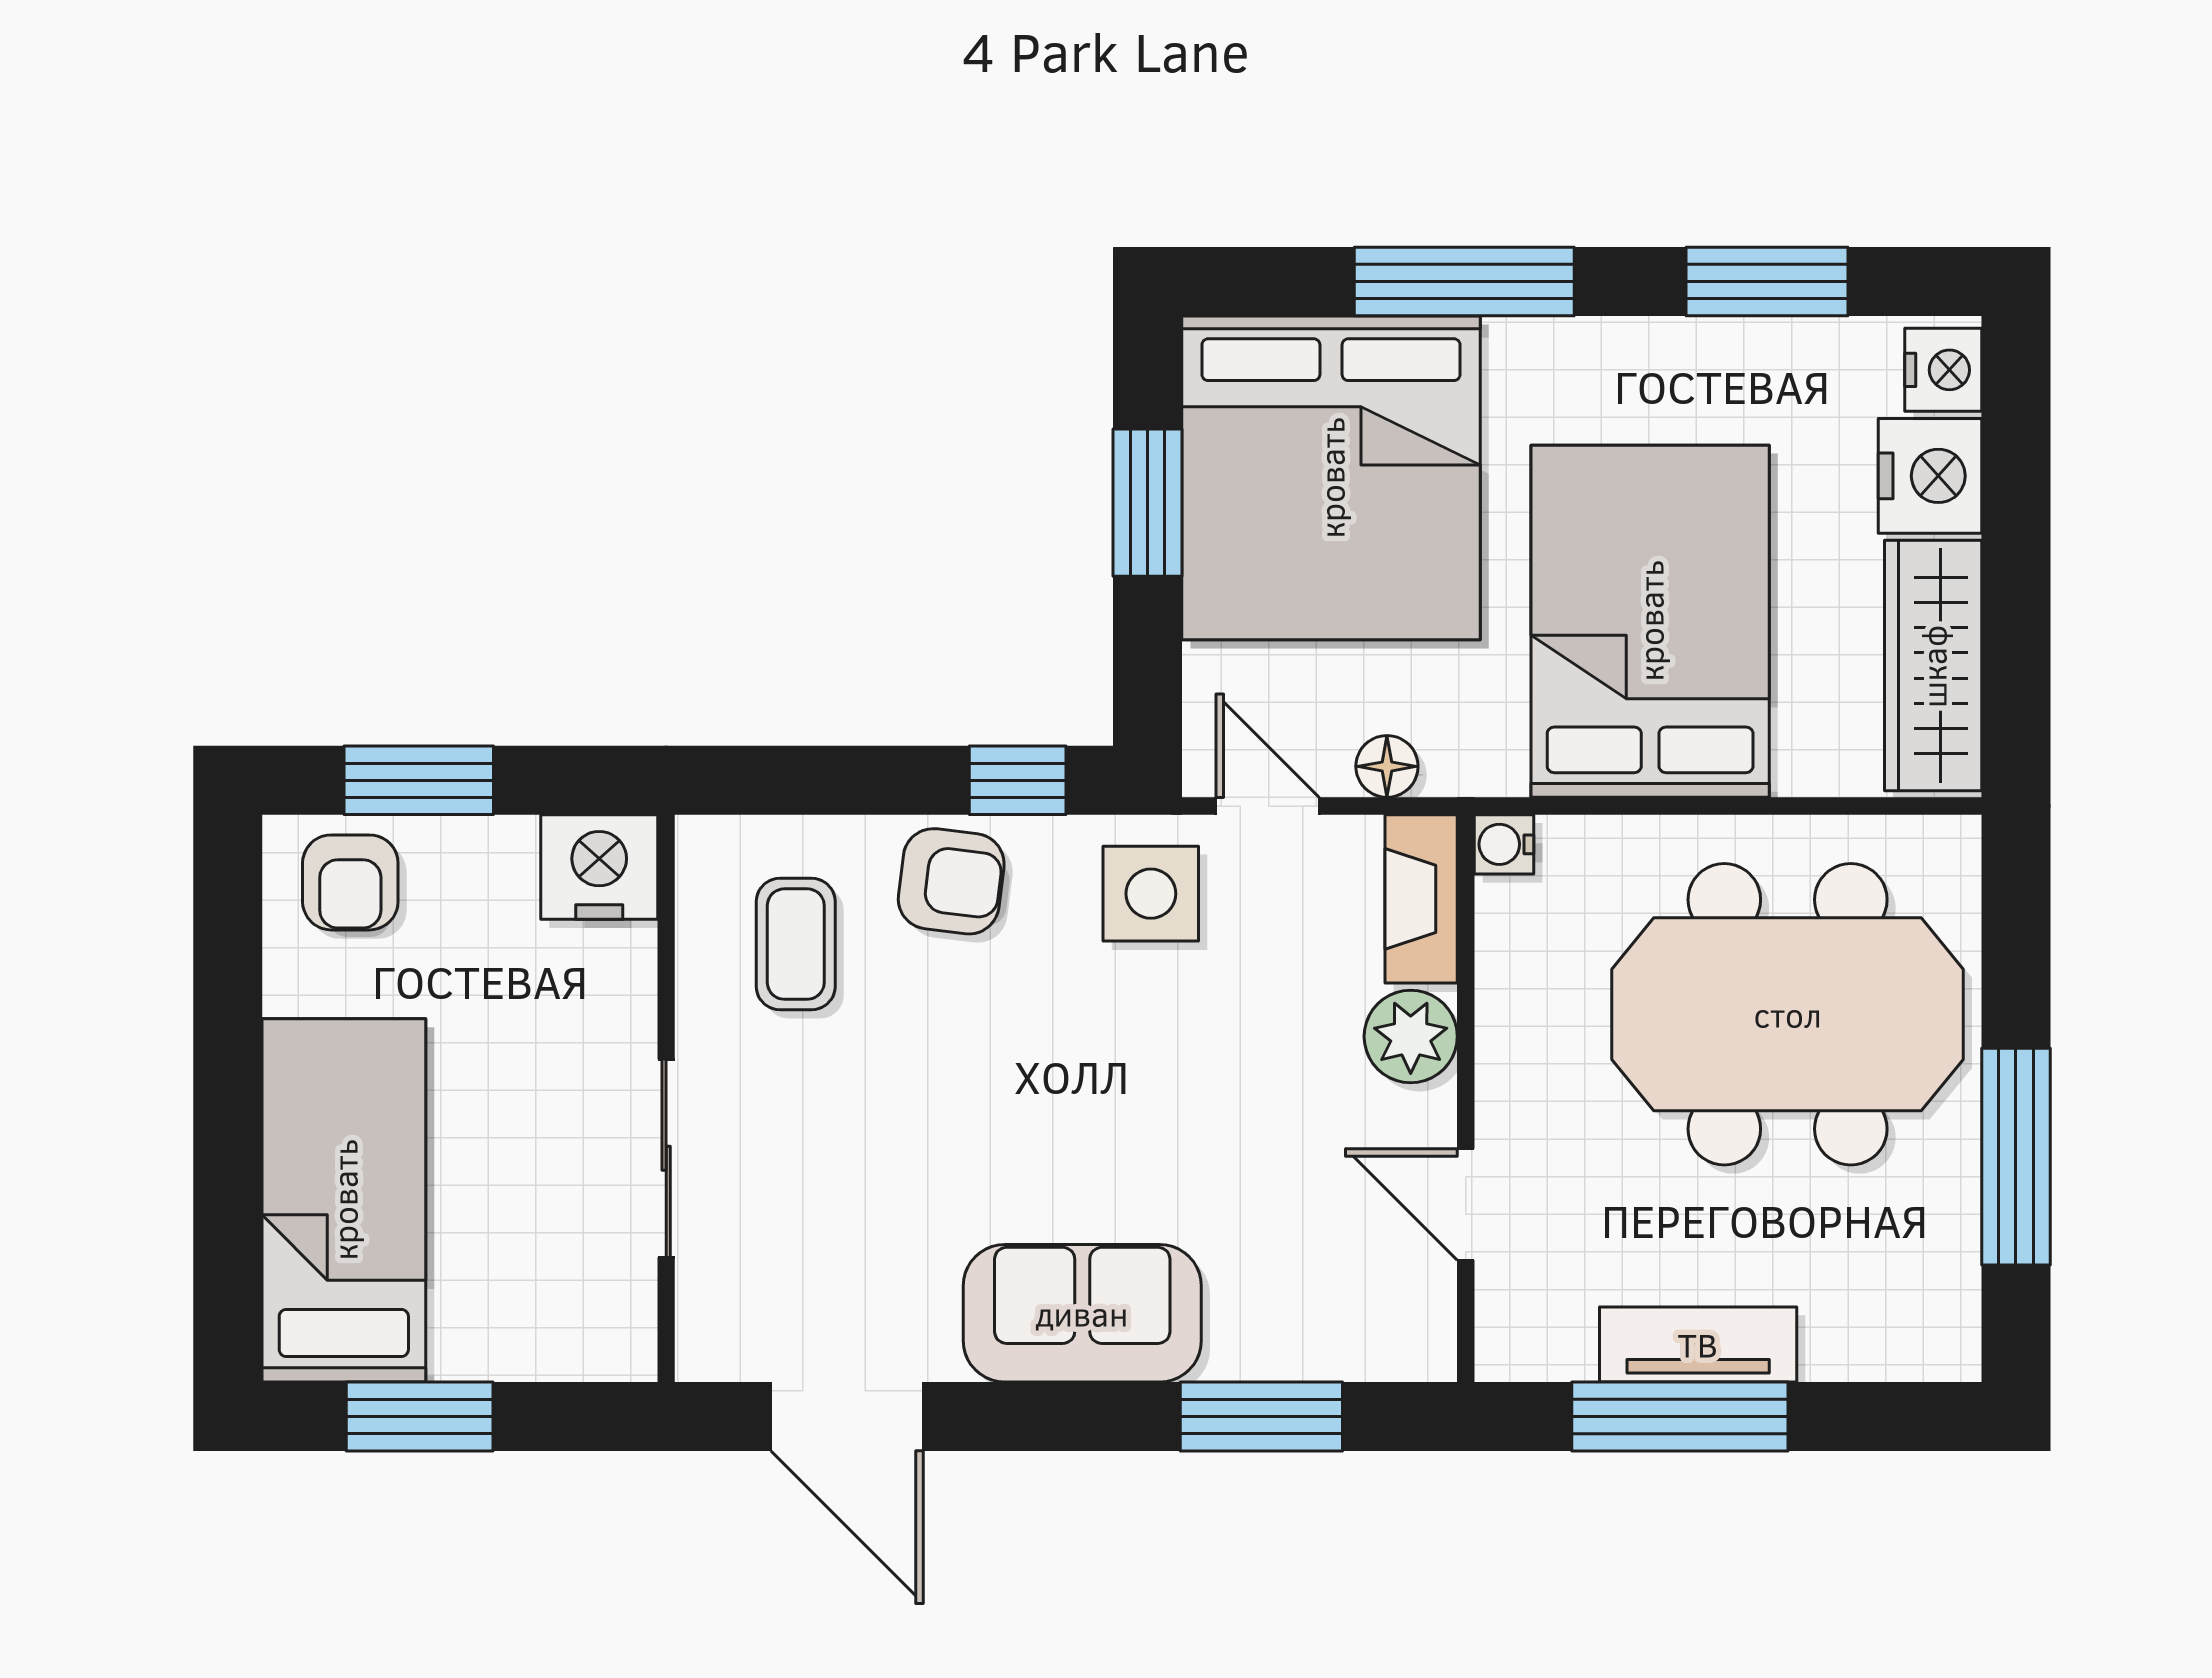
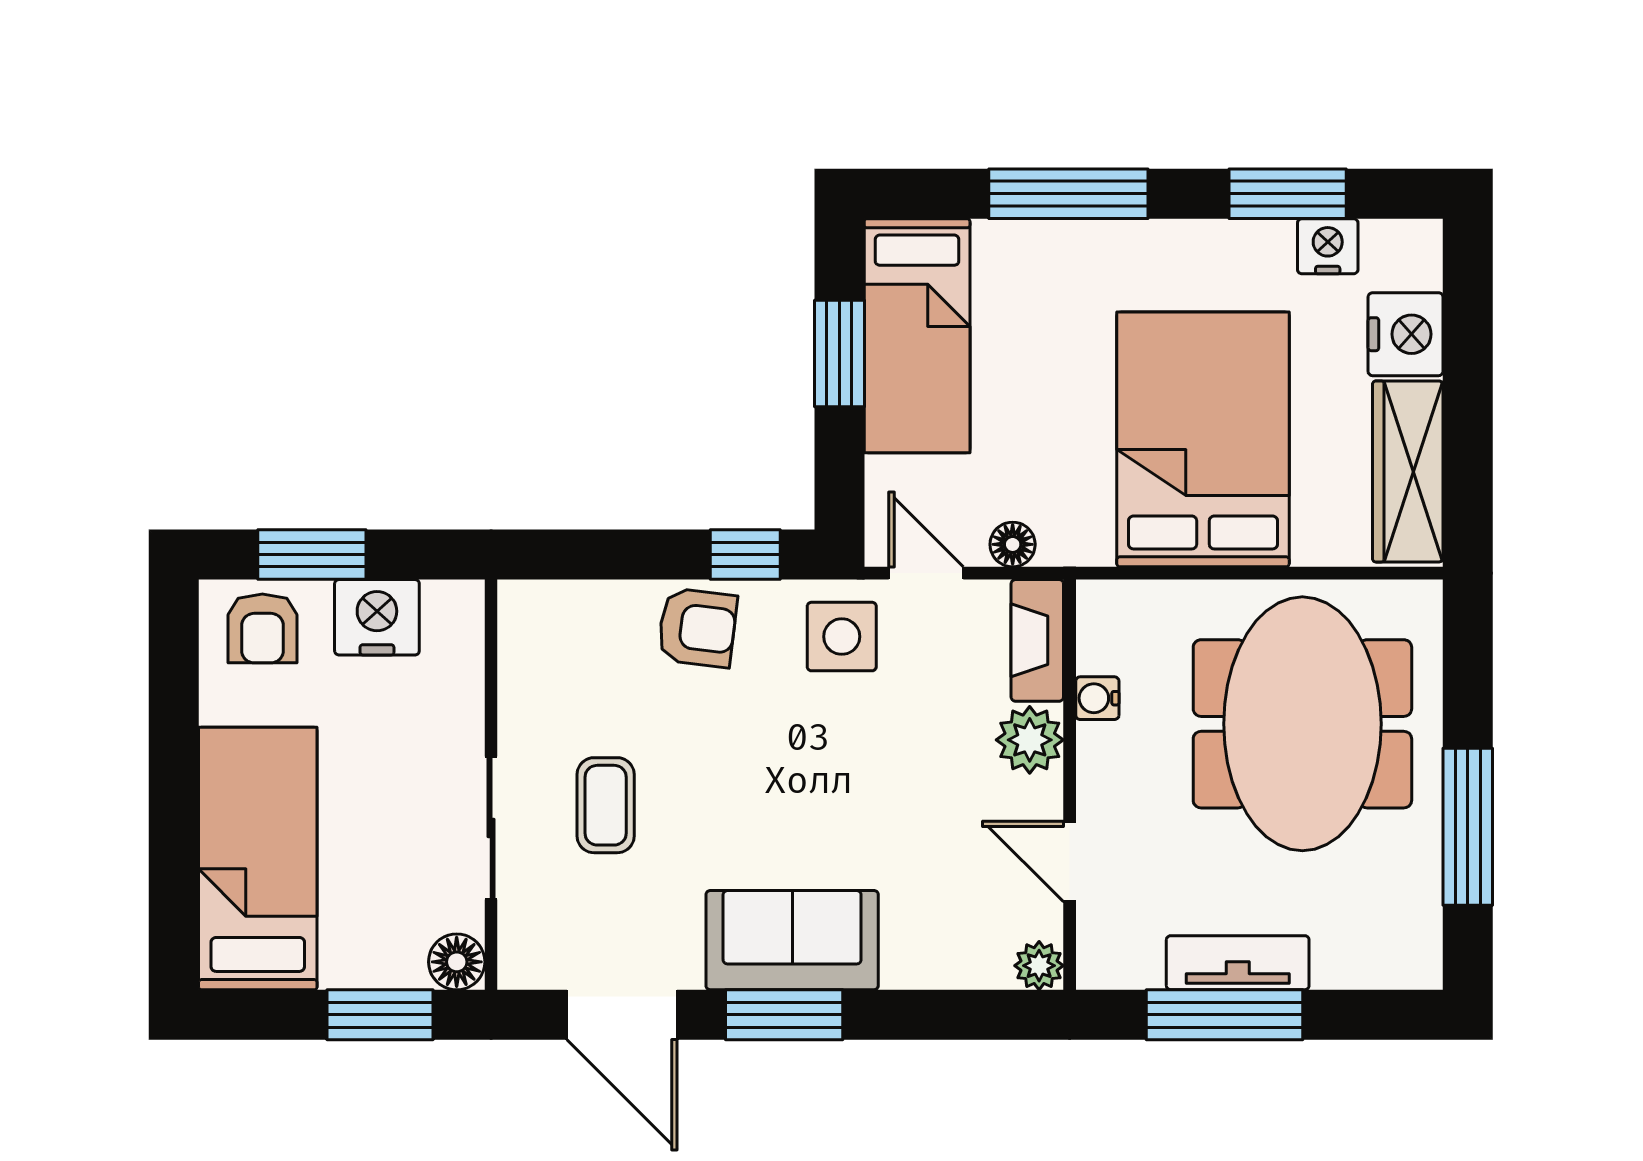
nightstand: (1943, 370) -> (1328, 246), moved, turned -90
bed: (1331, 478) -> (917, 336), width x0.49
water cooler: (1504, 844) -> (1097, 698), moved
nightstand: (599, 867) -> (377, 617), moved
coffee table: (796, 944) -> (606, 805), moved
meeting table: (1788, 1014) -> (1302, 724), turned 90
floor lamp: (619, 1343) -> (457, 962), added
plant: (1423, 1348) -> (1039, 966), added
window: (420, 1416) -> (380, 1015), moved
window: (1261, 1416) -> (784, 1015), moved

